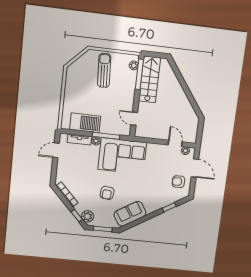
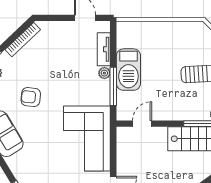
barbecue: (85, 123) -> (128, 70), moved
corner sofa: (122, 156) -> (87, 138), moved

